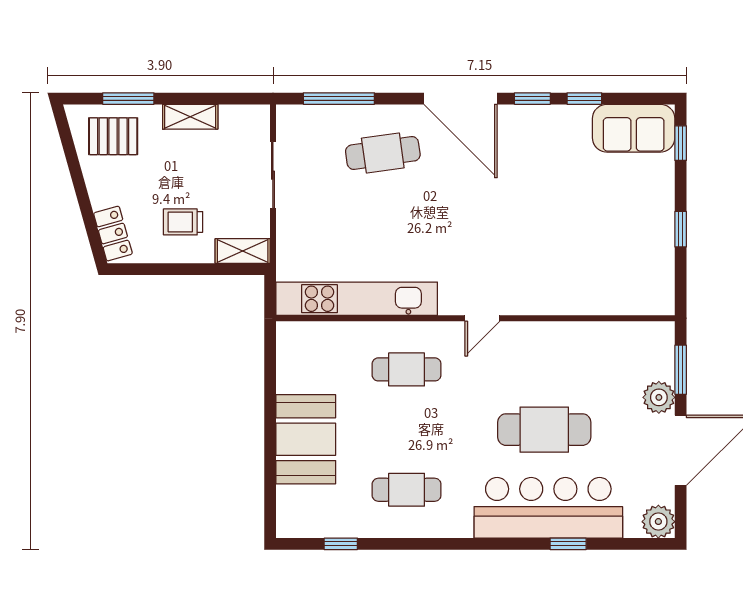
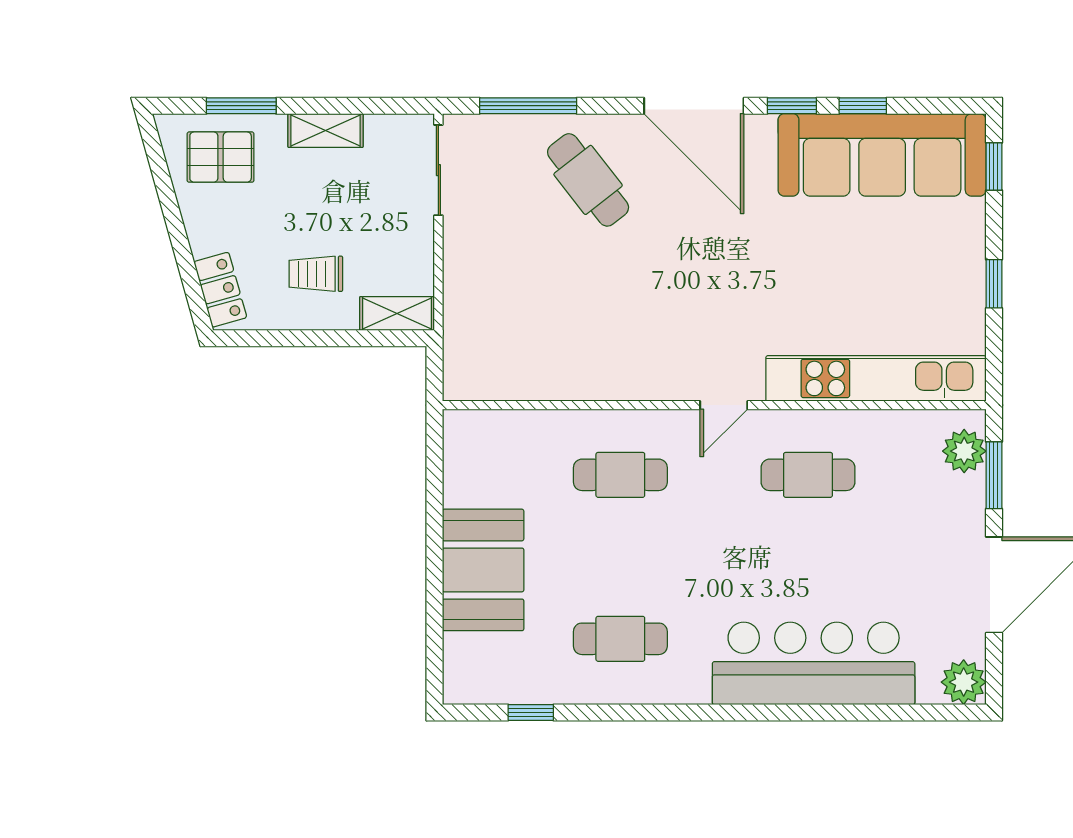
sofa: (634, 128) -> (882, 155), width x1.85, depth x1.27
cafe table: (383, 153) -> (588, 180), turned 60
sliding door: (273, 175) -> (438, 170), moved
kitchen unit: (357, 299) -> (876, 378), moved
plant: (659, 397) -> (964, 451), moved
cafe table: (544, 430) -> (808, 475), moved, width x0.73, depth x0.74
window: (568, 544) -> (841, 712), removed

